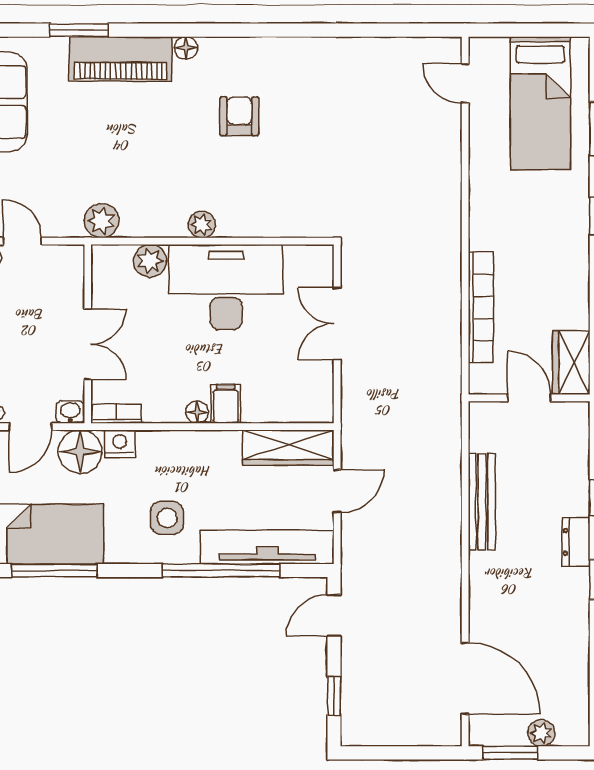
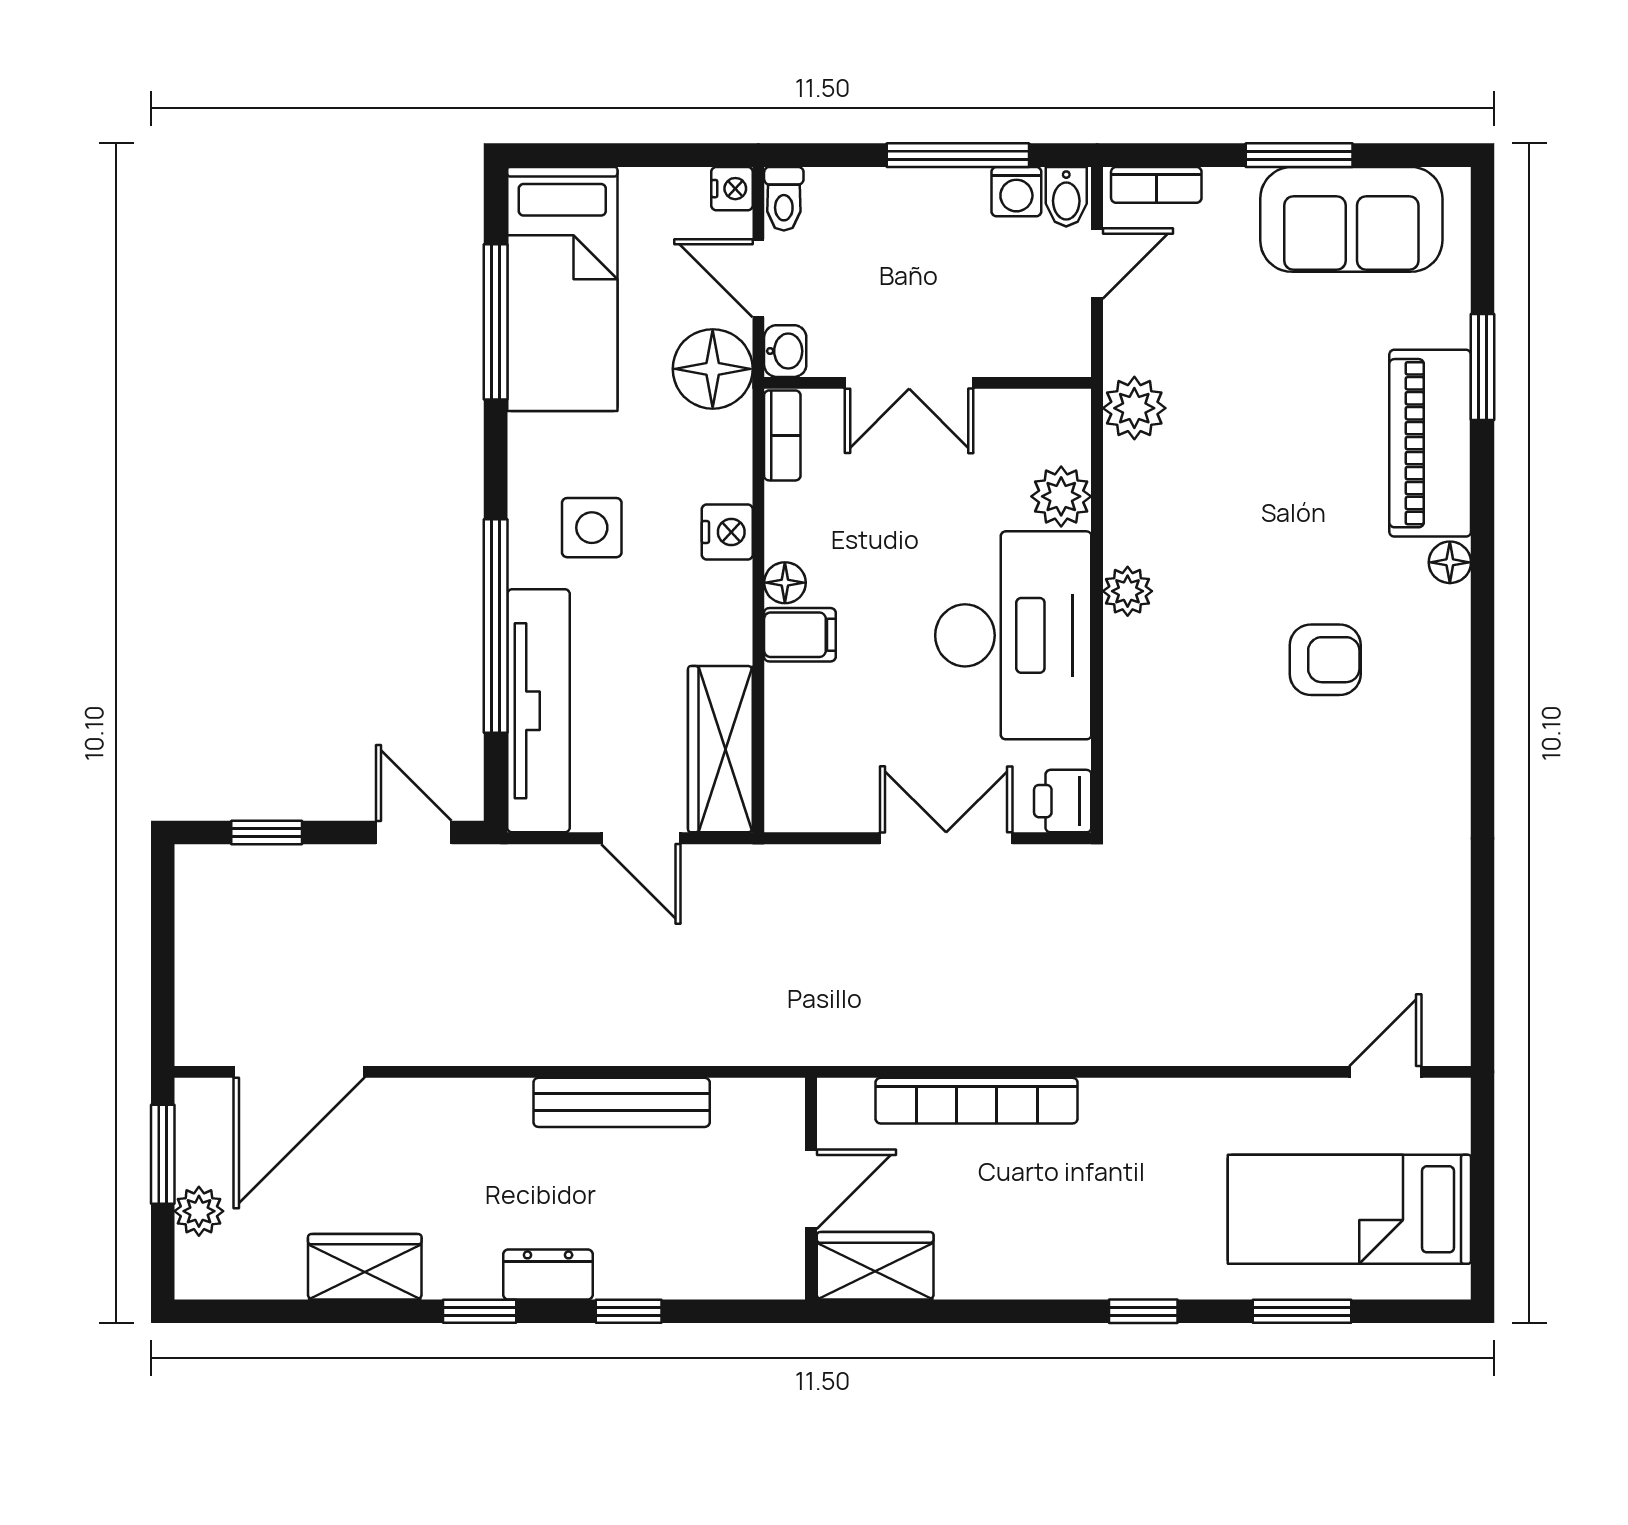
printer: (317, 260) -> (1063, 801), added
nightstand: (120, 444) -> (727, 532), moved
wardrobe: (572, 642) -> (365, 1267), added

